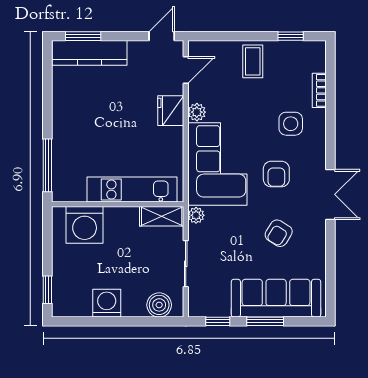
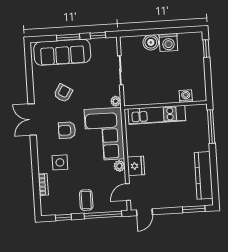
window: (228, 36) -> (103, 215), added
kitchen counter: (89, 53) -> (204, 175), moved, turned -90
armchair: (276, 174) -> (67, 130), turned -90
shelving: (162, 216) -> (137, 99), removed
washing machine: (85, 225) -> (186, 96), width x0.53, depth x0.53
boiler: (159, 305) -> (151, 42), moved

